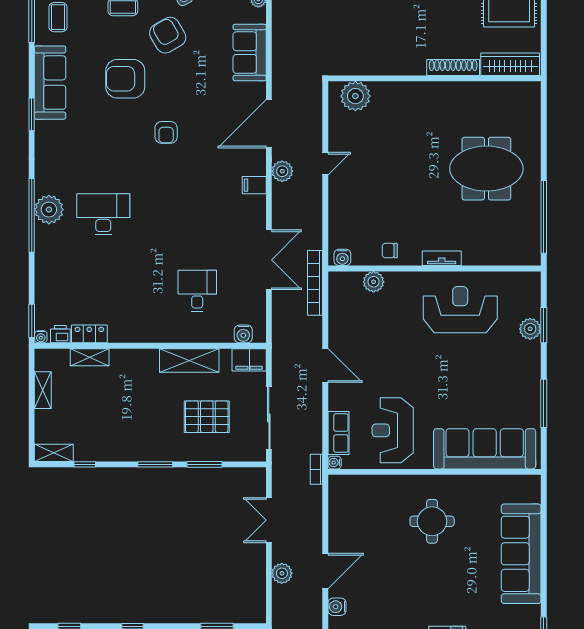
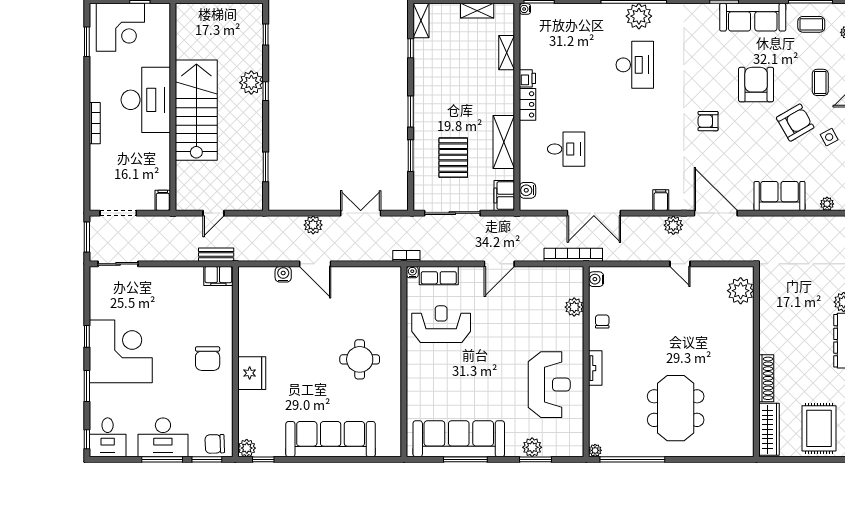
plant: (534, 258) -> (595, 450), added
printer: (60, 334) -> (527, 78), moved
locker: (89, 334) -> (528, 104), moved
sofa: (485, 449) -> (459, 439), moved, turned -90

